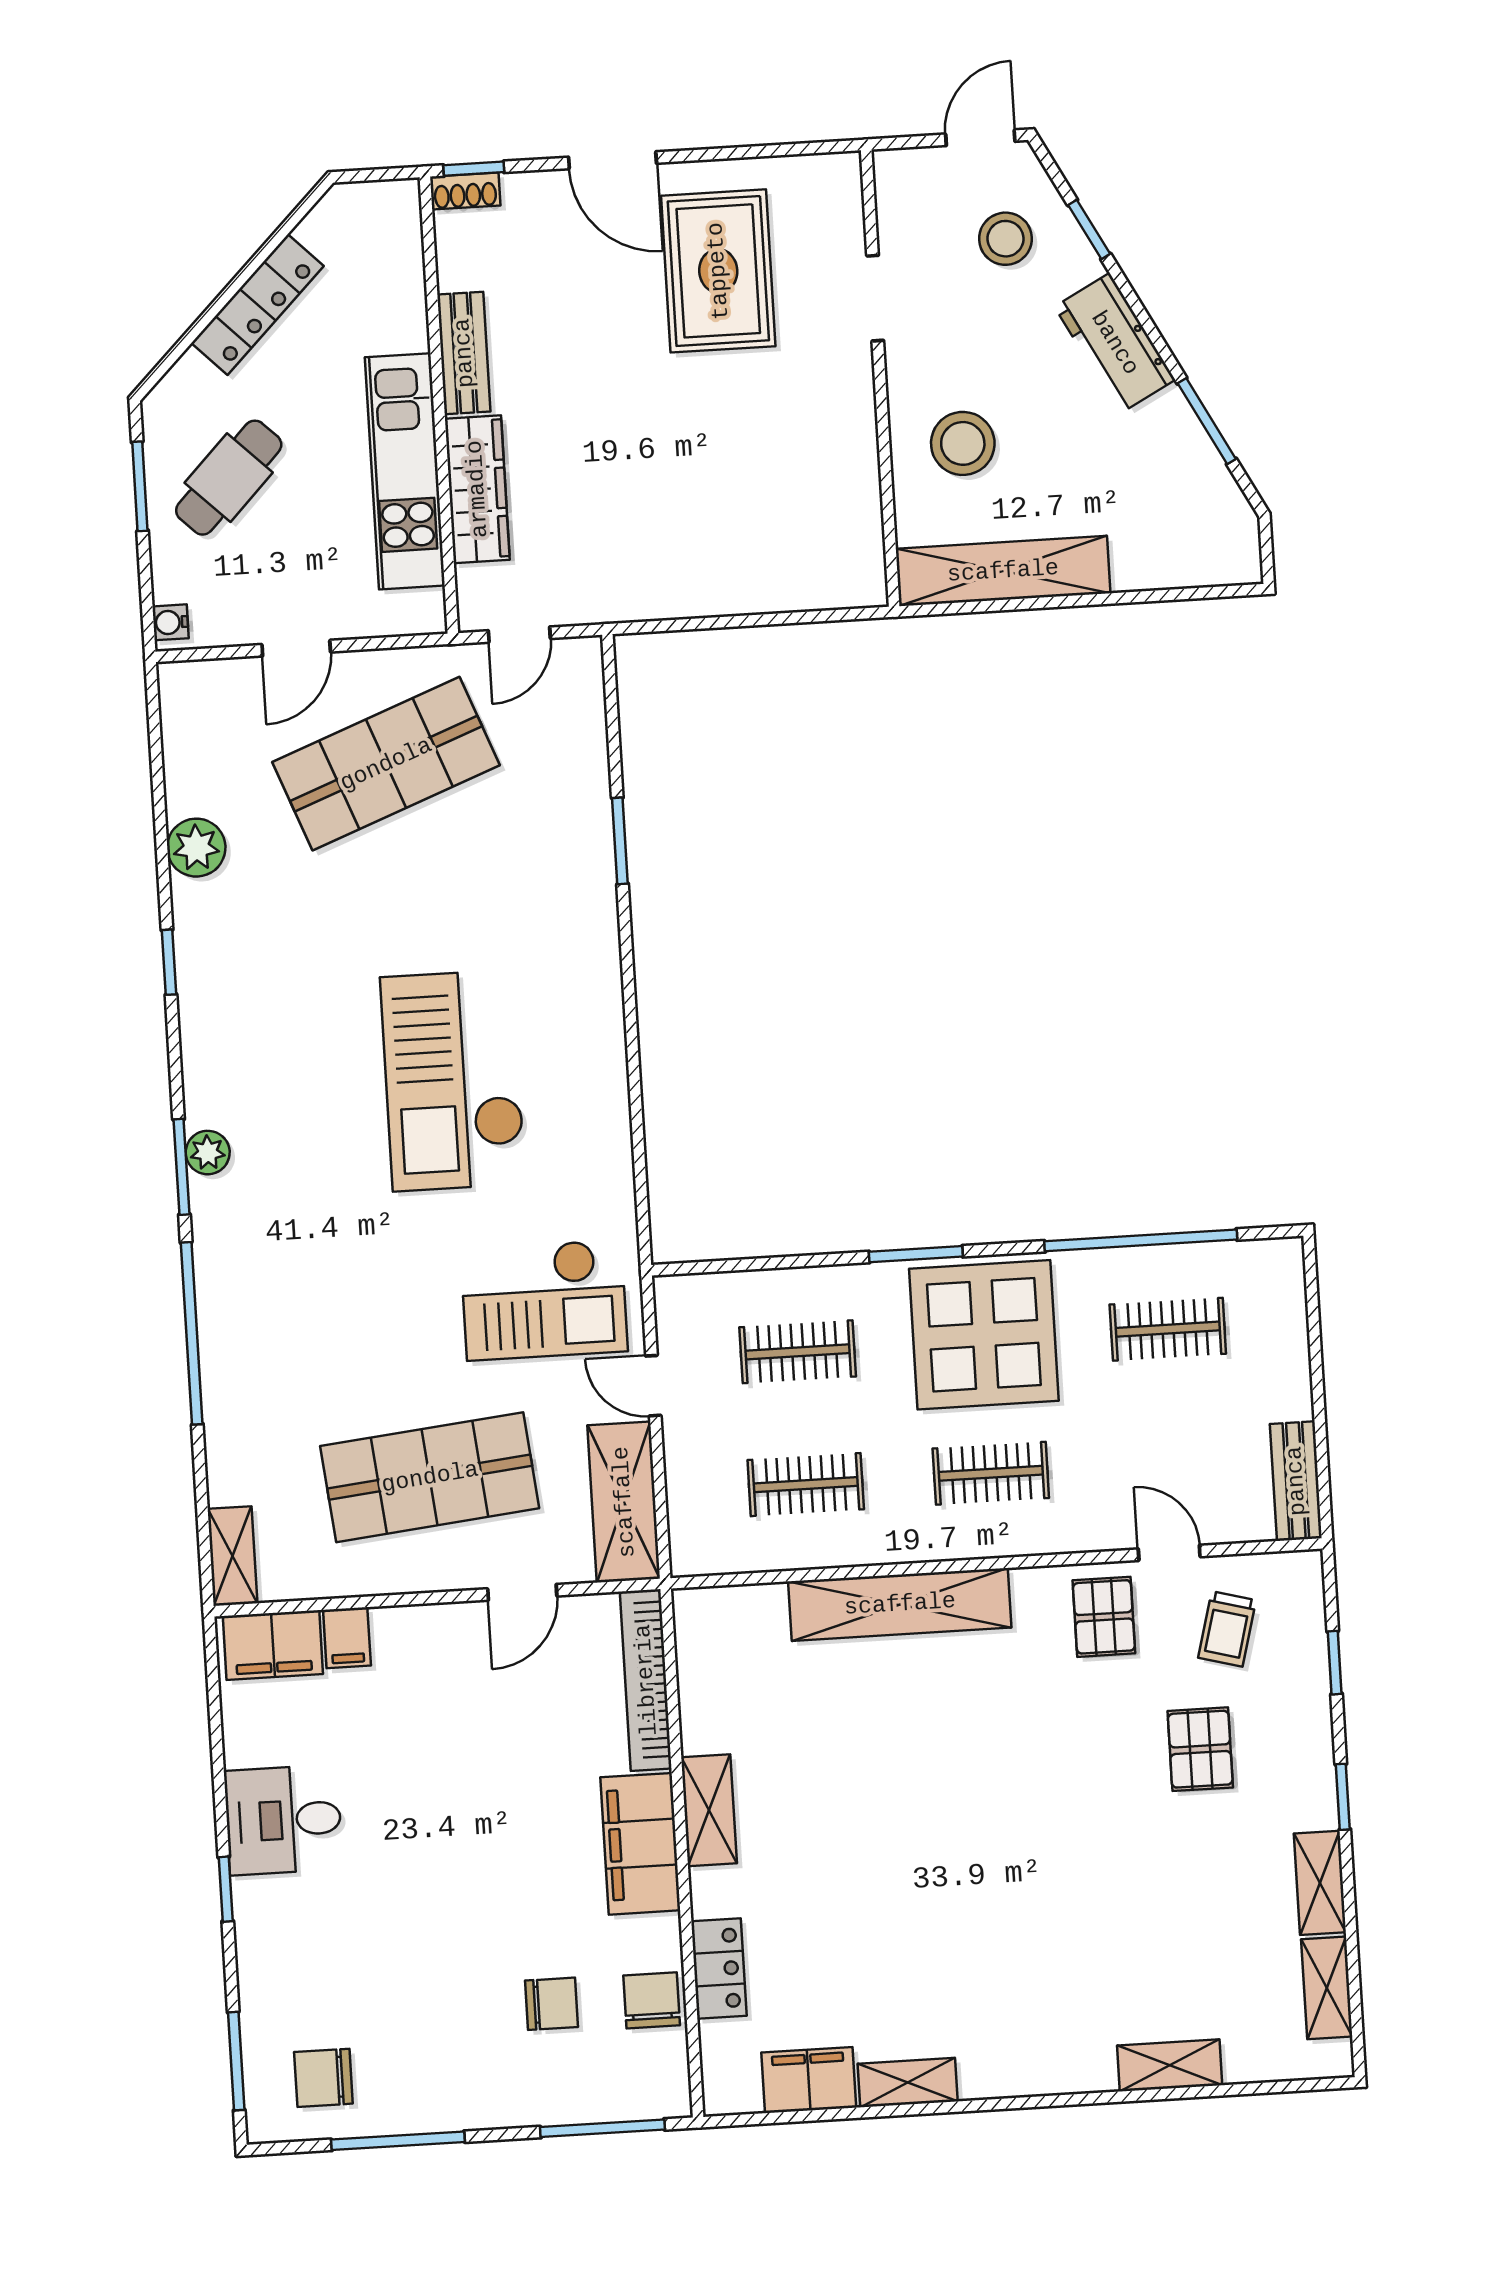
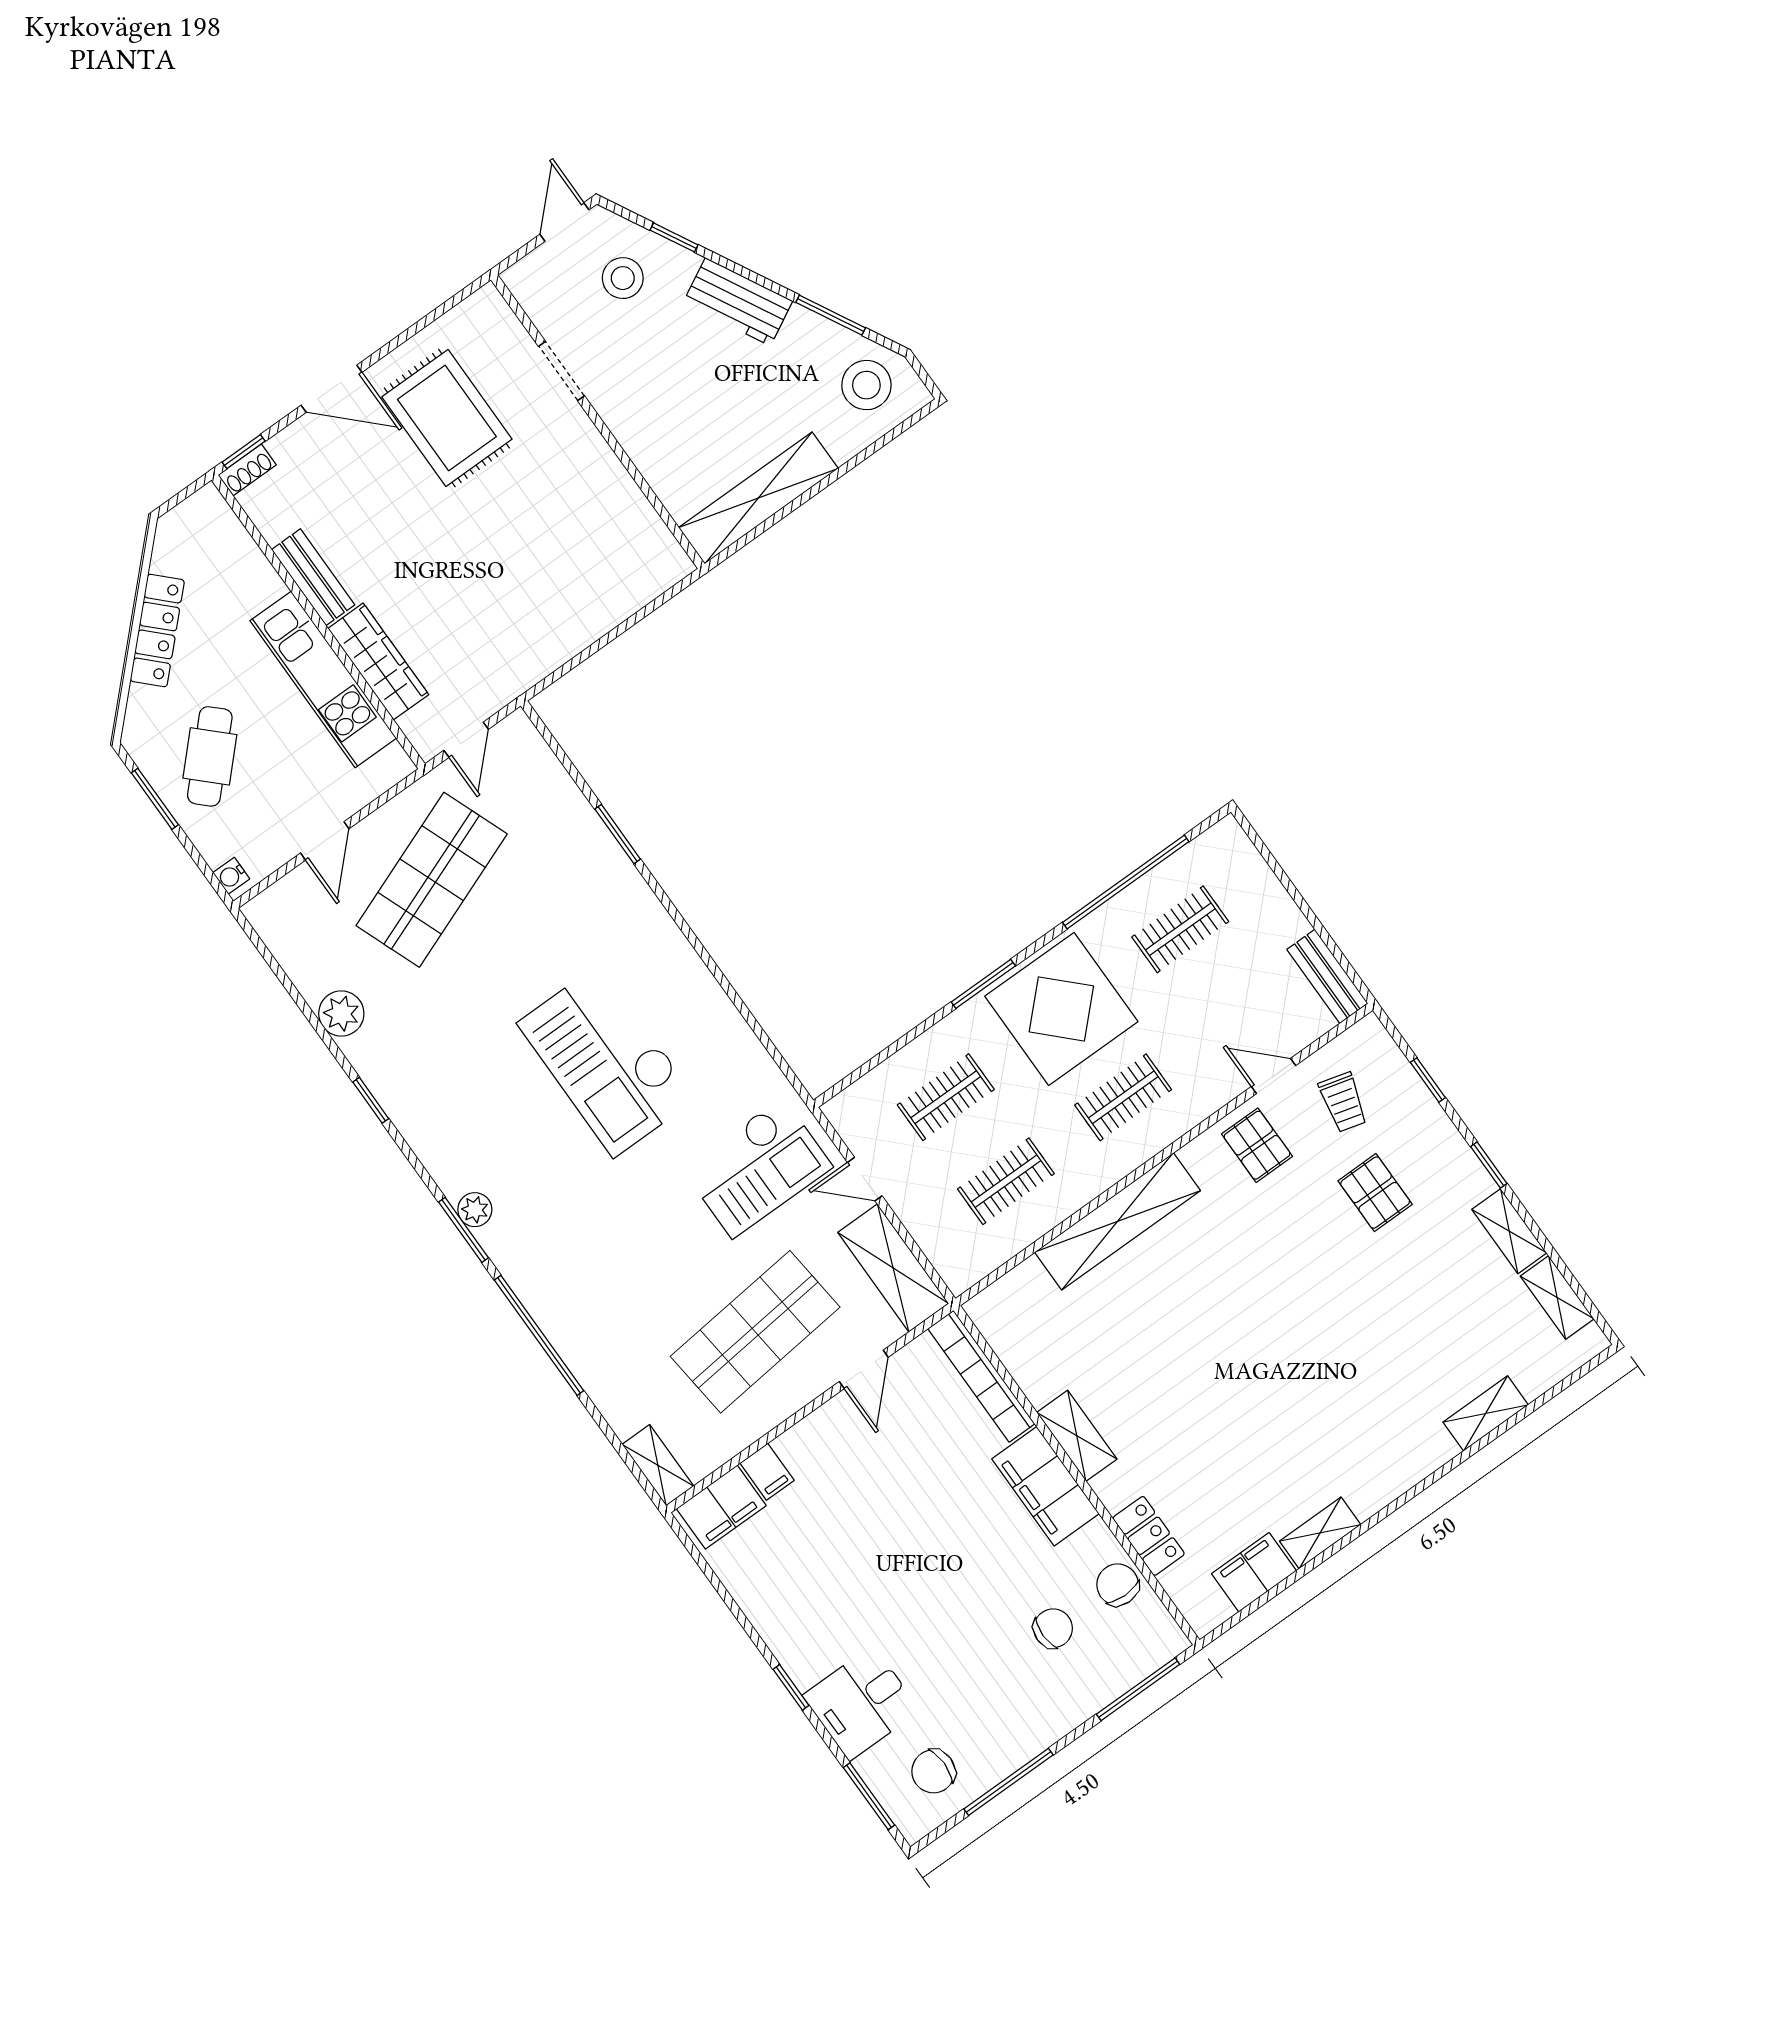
stool: (963, 443) -> (866, 385), moved
desk: (283, 1820) -> (861, 1703), moved

